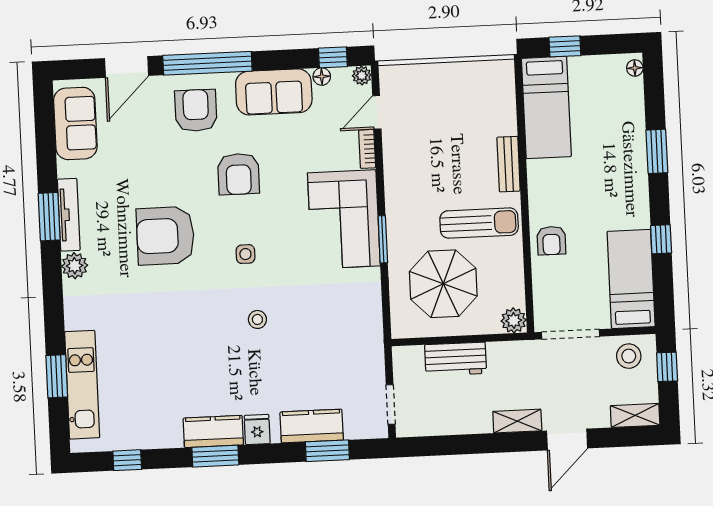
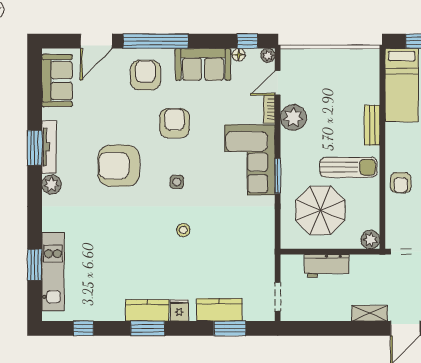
plant: (400, 159) -> (293, 118), added
armchair: (239, 174) -> (174, 123), turned 180

